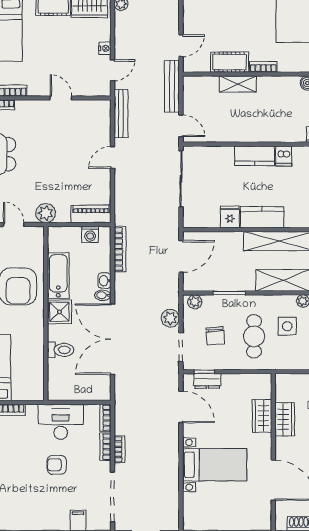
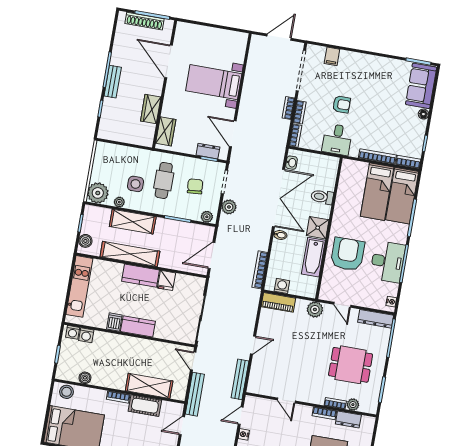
shelving: (238, 84) -> (149, 386), width x1.50, depth x1.33
washbasin: (104, 281) -> (292, 163), moved
wardrobe: (262, 416) -> (166, 131), moved
desk: (61, 422) -> (337, 140), width x0.73

